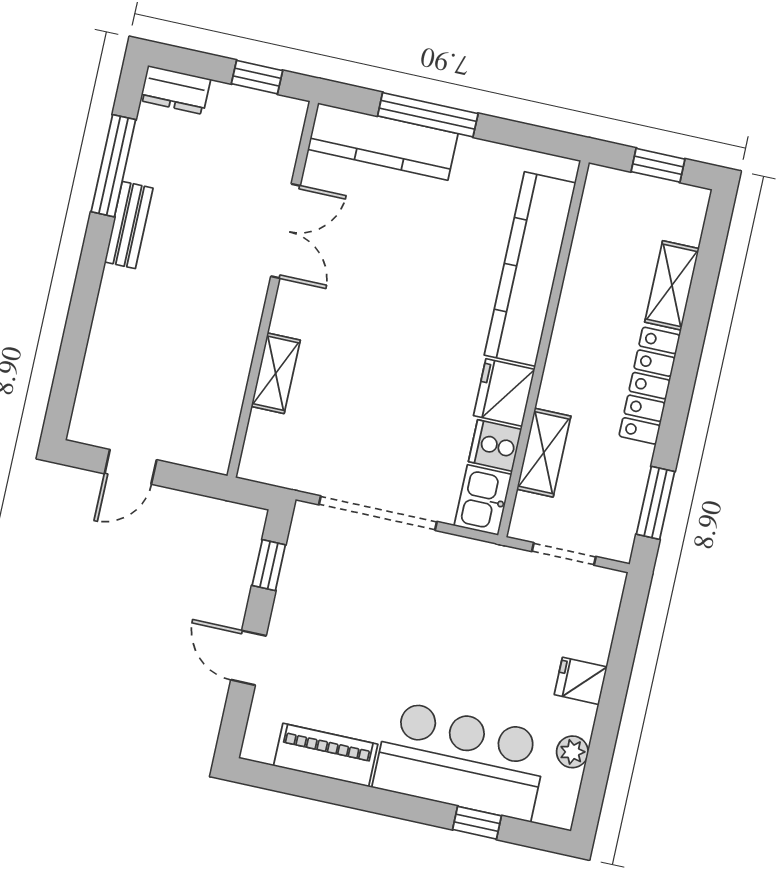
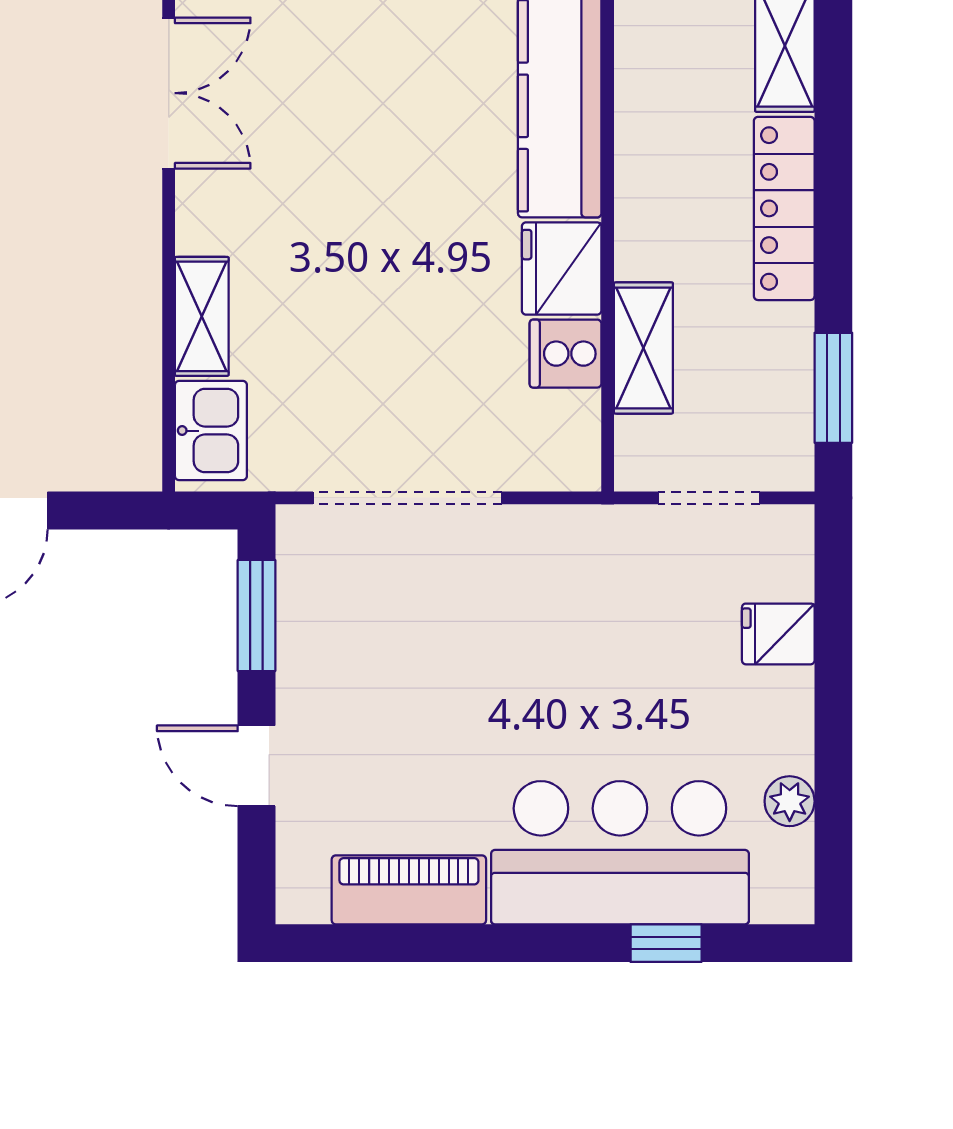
kitchen sink: (483, 500) -> (211, 431), moved, turned 180
window: (269, 565) -> (256, 615), width x1.50
fridge: (581, 681) -> (778, 634), moved

